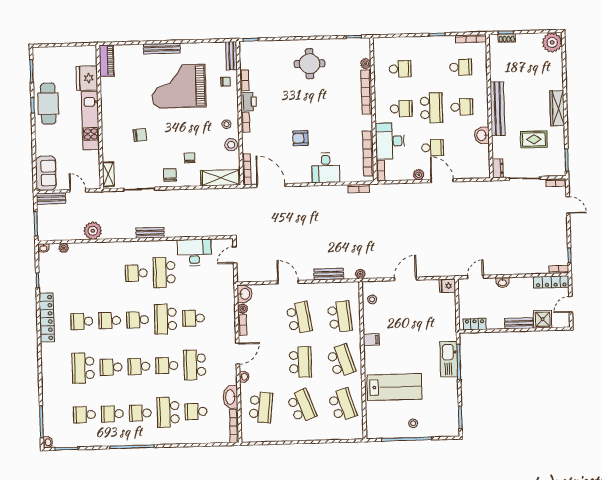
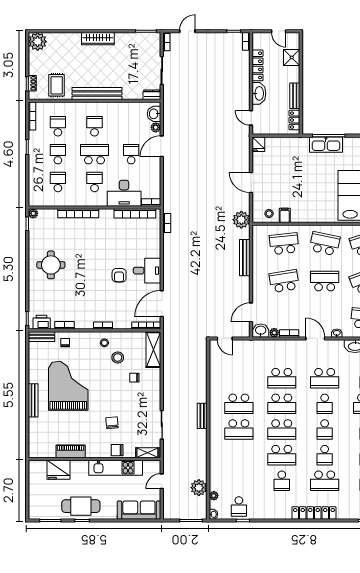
piano: (107, 61) -> (71, 451), moved
plant: (366, 64) -> (33, 213), moved
school desk: (430, 68) -> (58, 154), added
grand piano: (179, 86) -> (68, 386), turned 180
printer: (248, 102) -> (42, 322), moved
kitchen unit: (90, 121) -> (116, 468), moved
washbasin: (482, 135) -> (154, 114), moved, turned 90
rug: (534, 139) -> (57, 85), moved
stool: (231, 145) -> (118, 357), moved
desk: (326, 168) -> (147, 271), moved
sofa: (46, 173) -> (139, 510), width x1.36
chair: (170, 175) -> (117, 450), moved
plant: (419, 175) -> (156, 127), moved
bench: (51, 198) -> (168, 506), removed
plant: (93, 231) -> (199, 488), moved
desk: (194, 252) -> (221, 376), removed
school desk: (136, 273) -> (239, 429), width x1.85
bench: (329, 274) -> (245, 258), width x1.36
plant: (360, 274) -> (241, 220), width x1.88, depth x1.88
school desk: (53, 275) -> (239, 506), added
door: (288, 282) -> (251, 312), moved
washbasin: (502, 282) -> (259, 93), width x1.91, depth x1.45
locker: (551, 282) -> (258, 65), moved
locker: (47, 318) -> (314, 513), moved
school desk: (193, 318) -> (282, 378), width x1.85
school desk: (138, 320) -> (282, 429), width x1.85
school desk: (110, 321) -> (282, 455), width x1.85
bench: (519, 323) -> (295, 96), moved
filing cabinet: (371, 340) -> (285, 215), moved
school desk: (341, 361) -> (325, 244), turned 30

